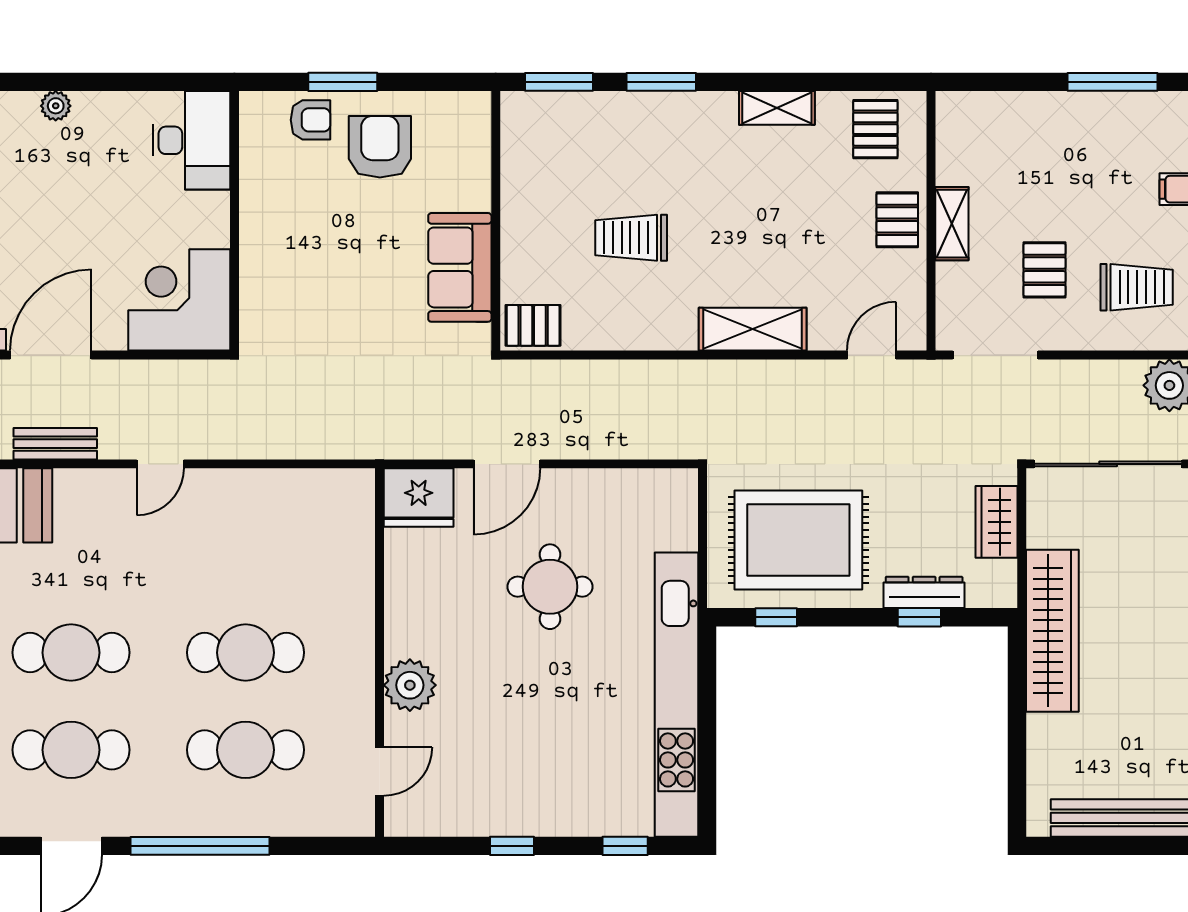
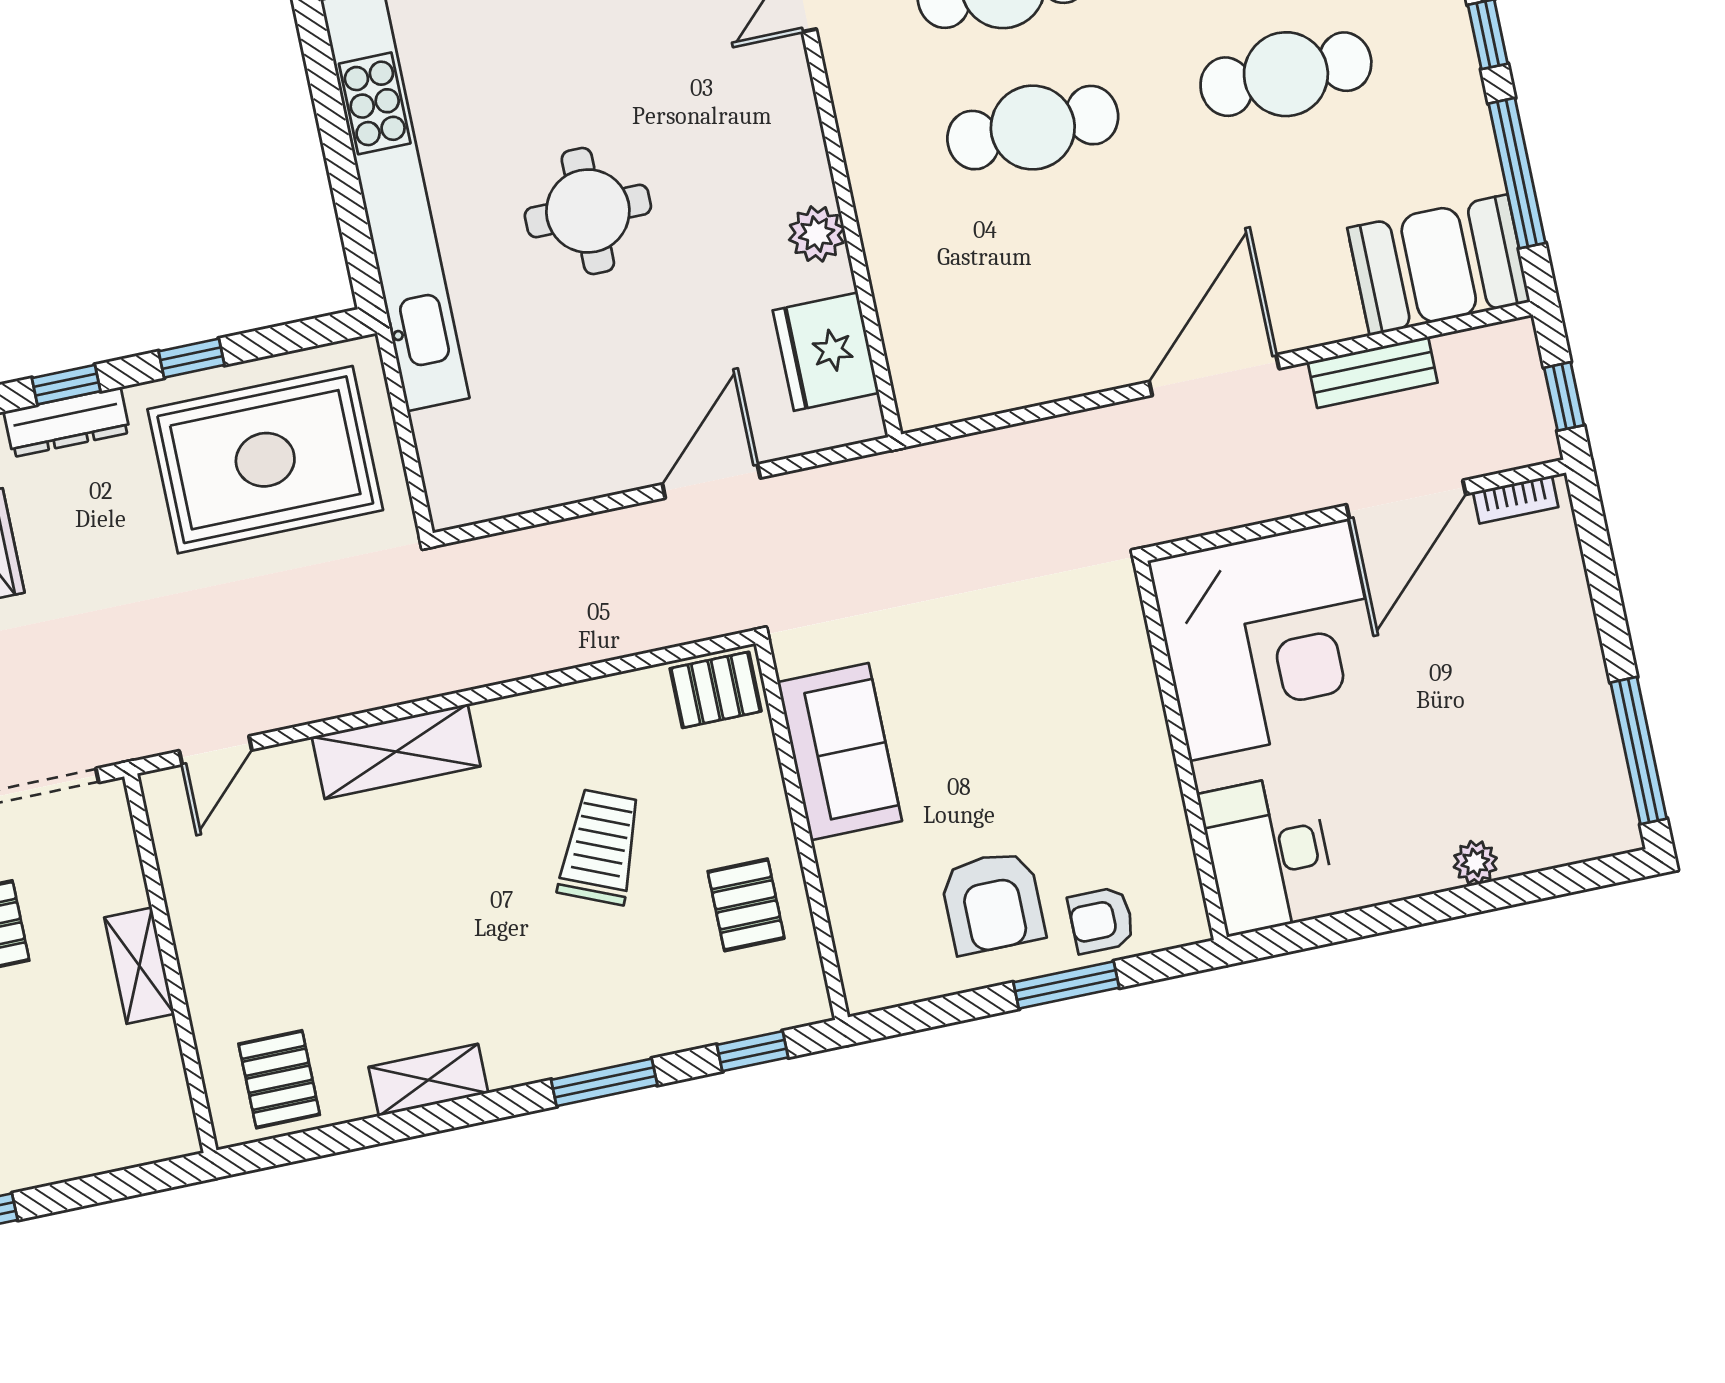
window: (559, 82) -> (753, 1051), width x0.67
pallet: (897, 220) -> (746, 905), moved
trolley: (631, 238) -> (600, 847), turned -67
corner desk: (179, 300) -> (1269, 640), width x1.36, depth x1.36
door: (160, 464) -> (1214, 375), width x1.88
fridge: (419, 498) -> (826, 352), moved, turned -90
round table: (550, 587) -> (588, 211), moved
window: (776, 617) -> (191, 358), moved
plant: (410, 685) -> (817, 234), moved, width x0.73, depth x0.73

